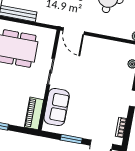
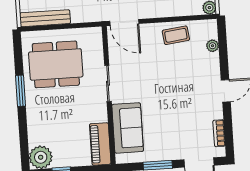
coffee table: (108, 50) -> (176, 35), added

